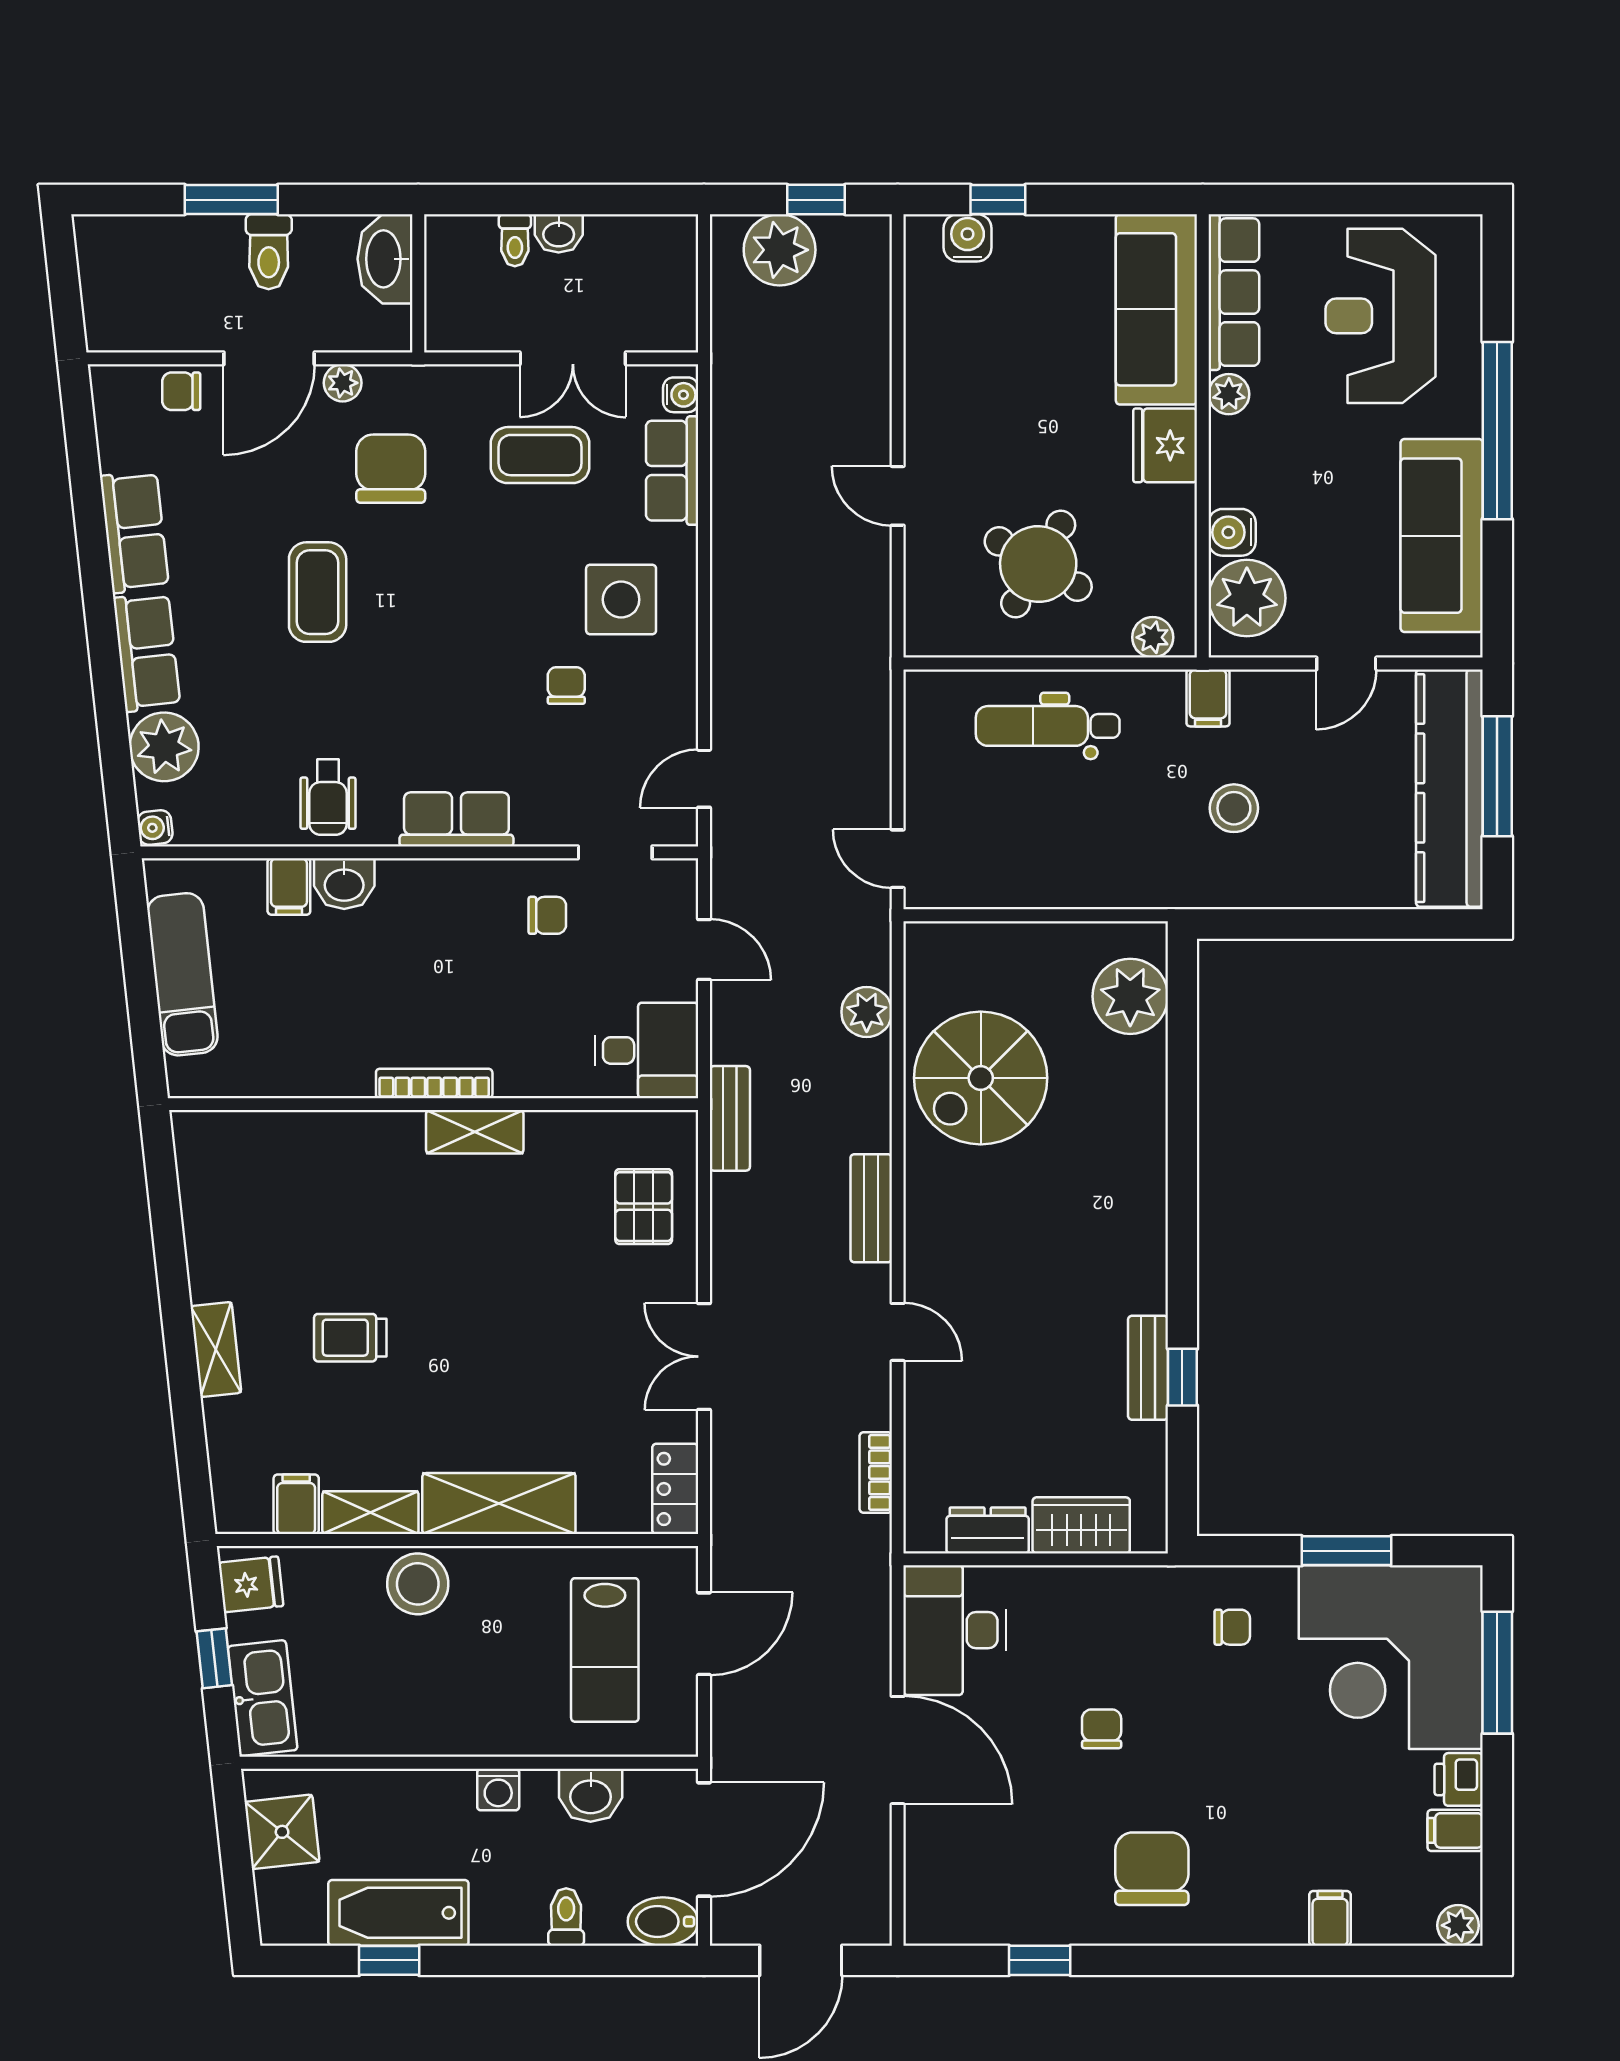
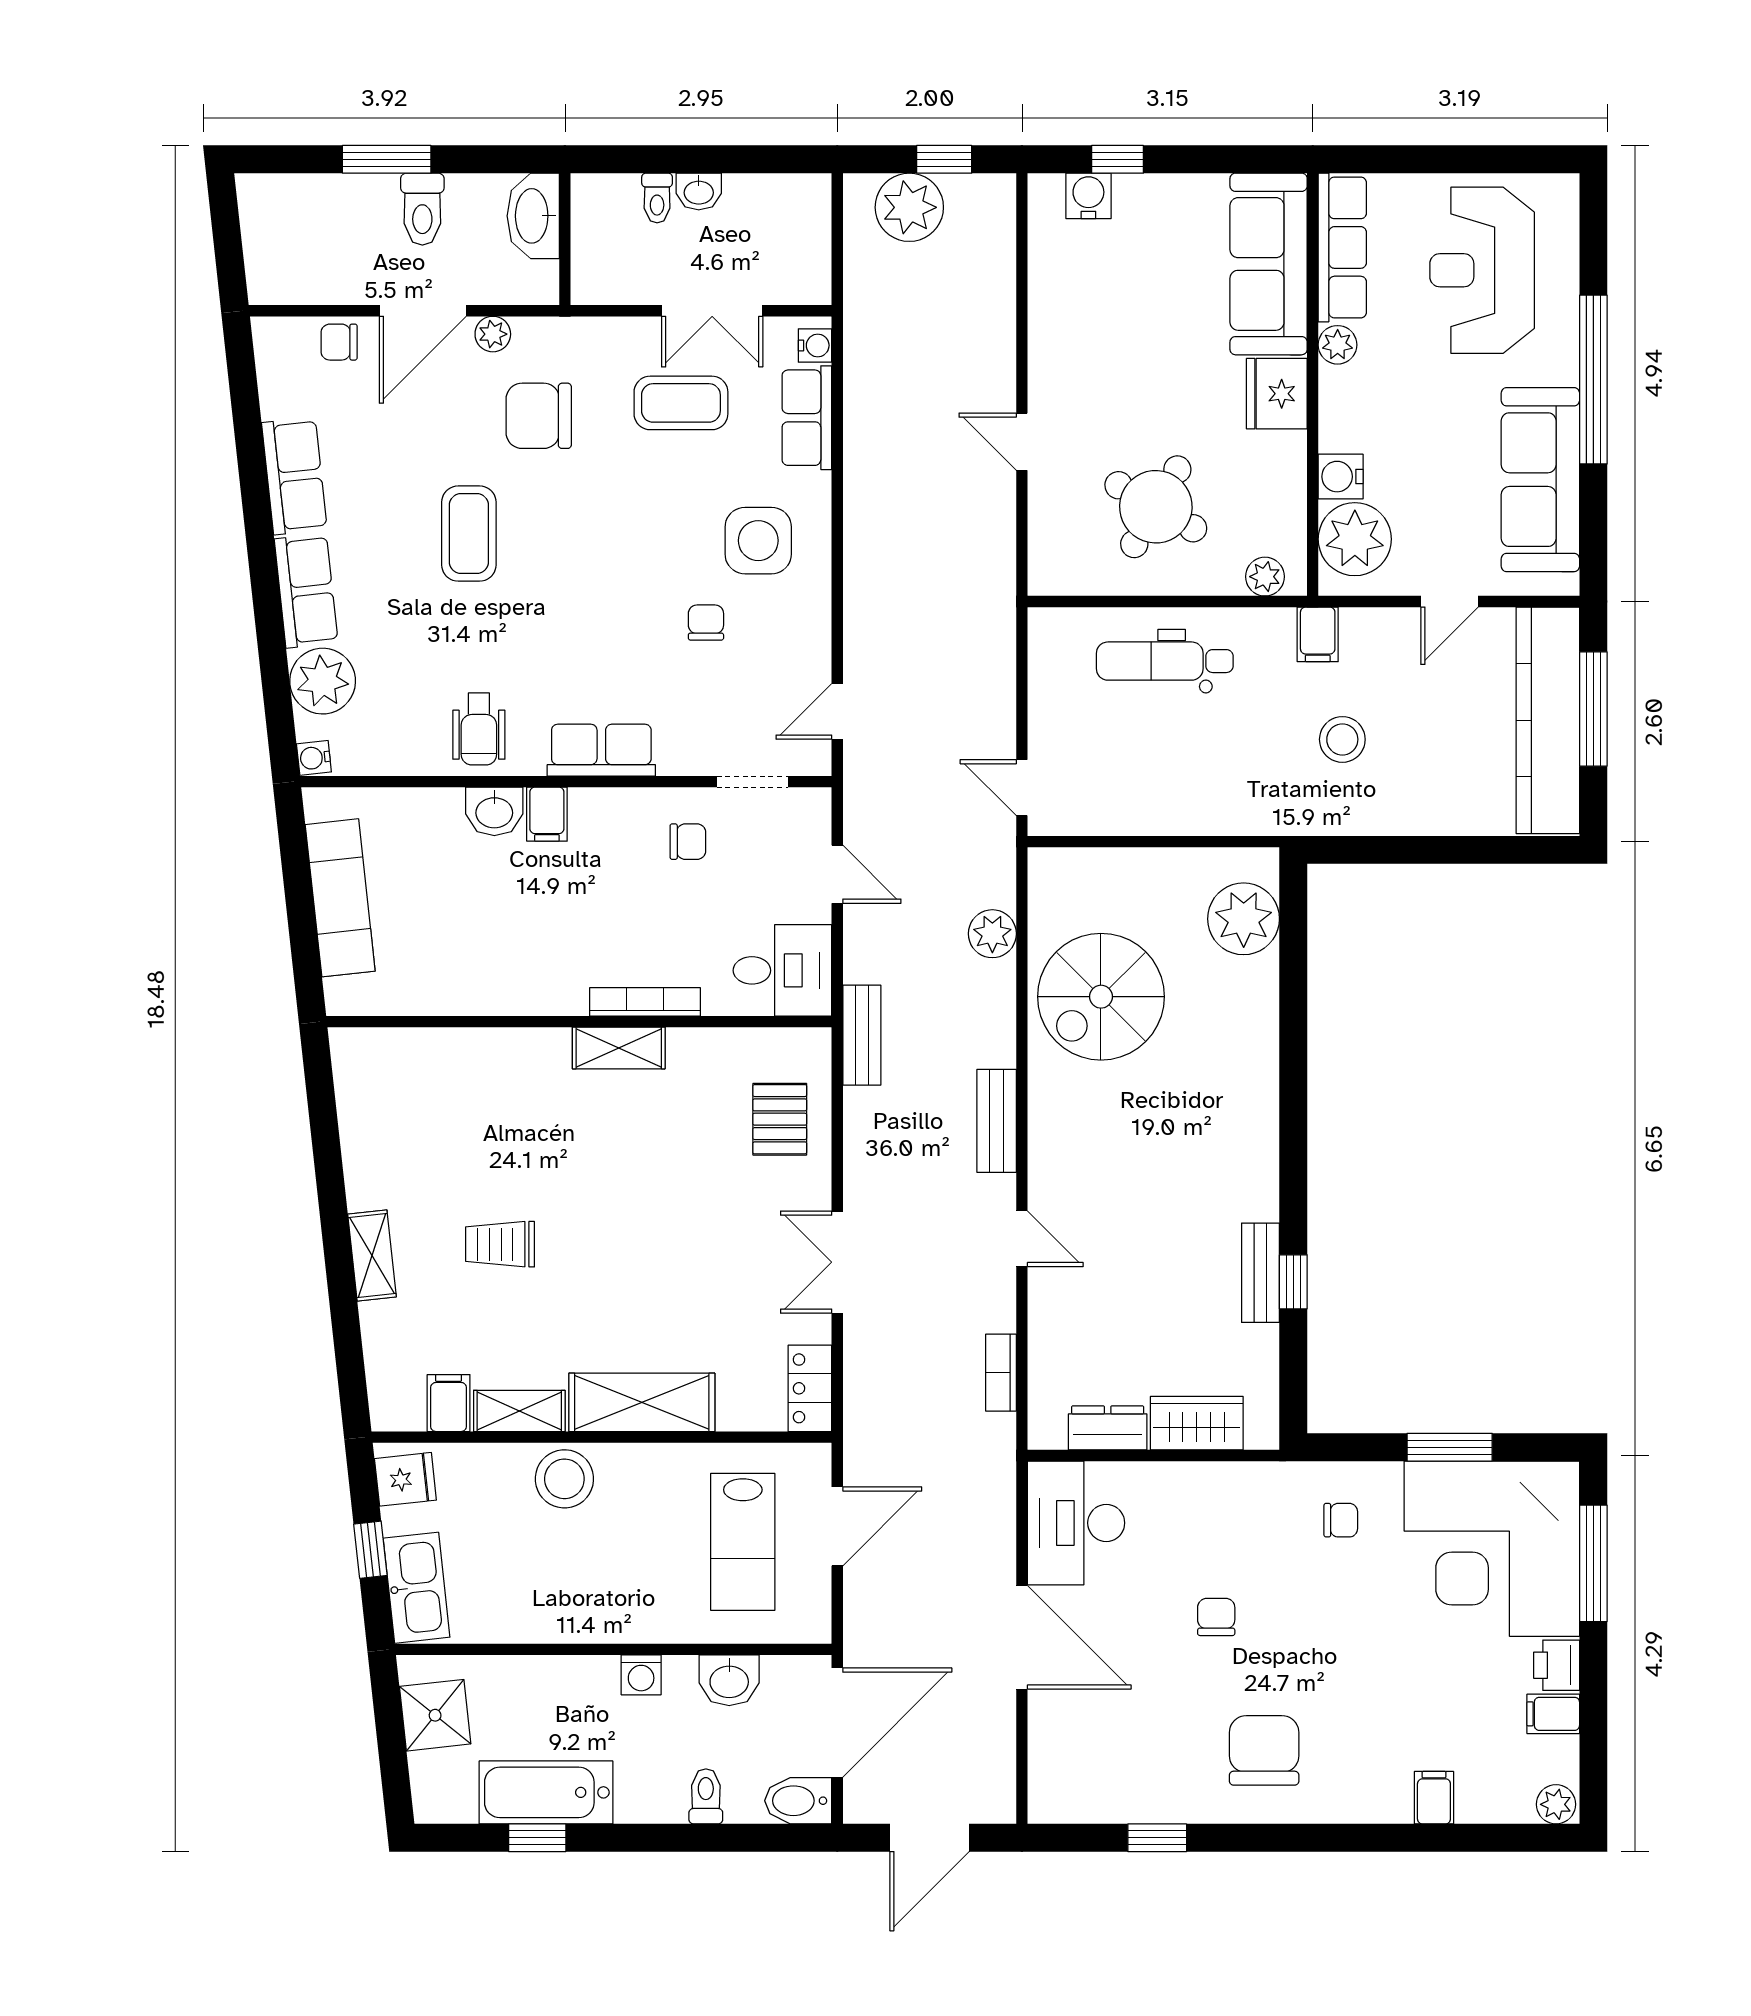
chair: (391, 469) -> (539, 416), turned -90
filing cabinet: (289, 887) -> (547, 814), moved
bookcase: (434, 1083) -> (645, 1002), moved

